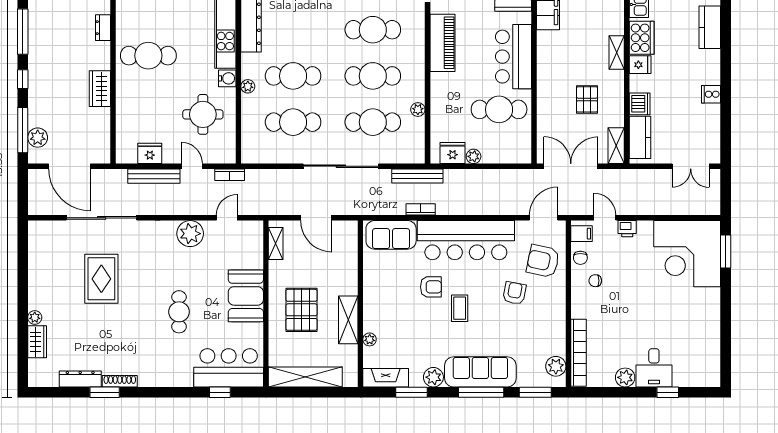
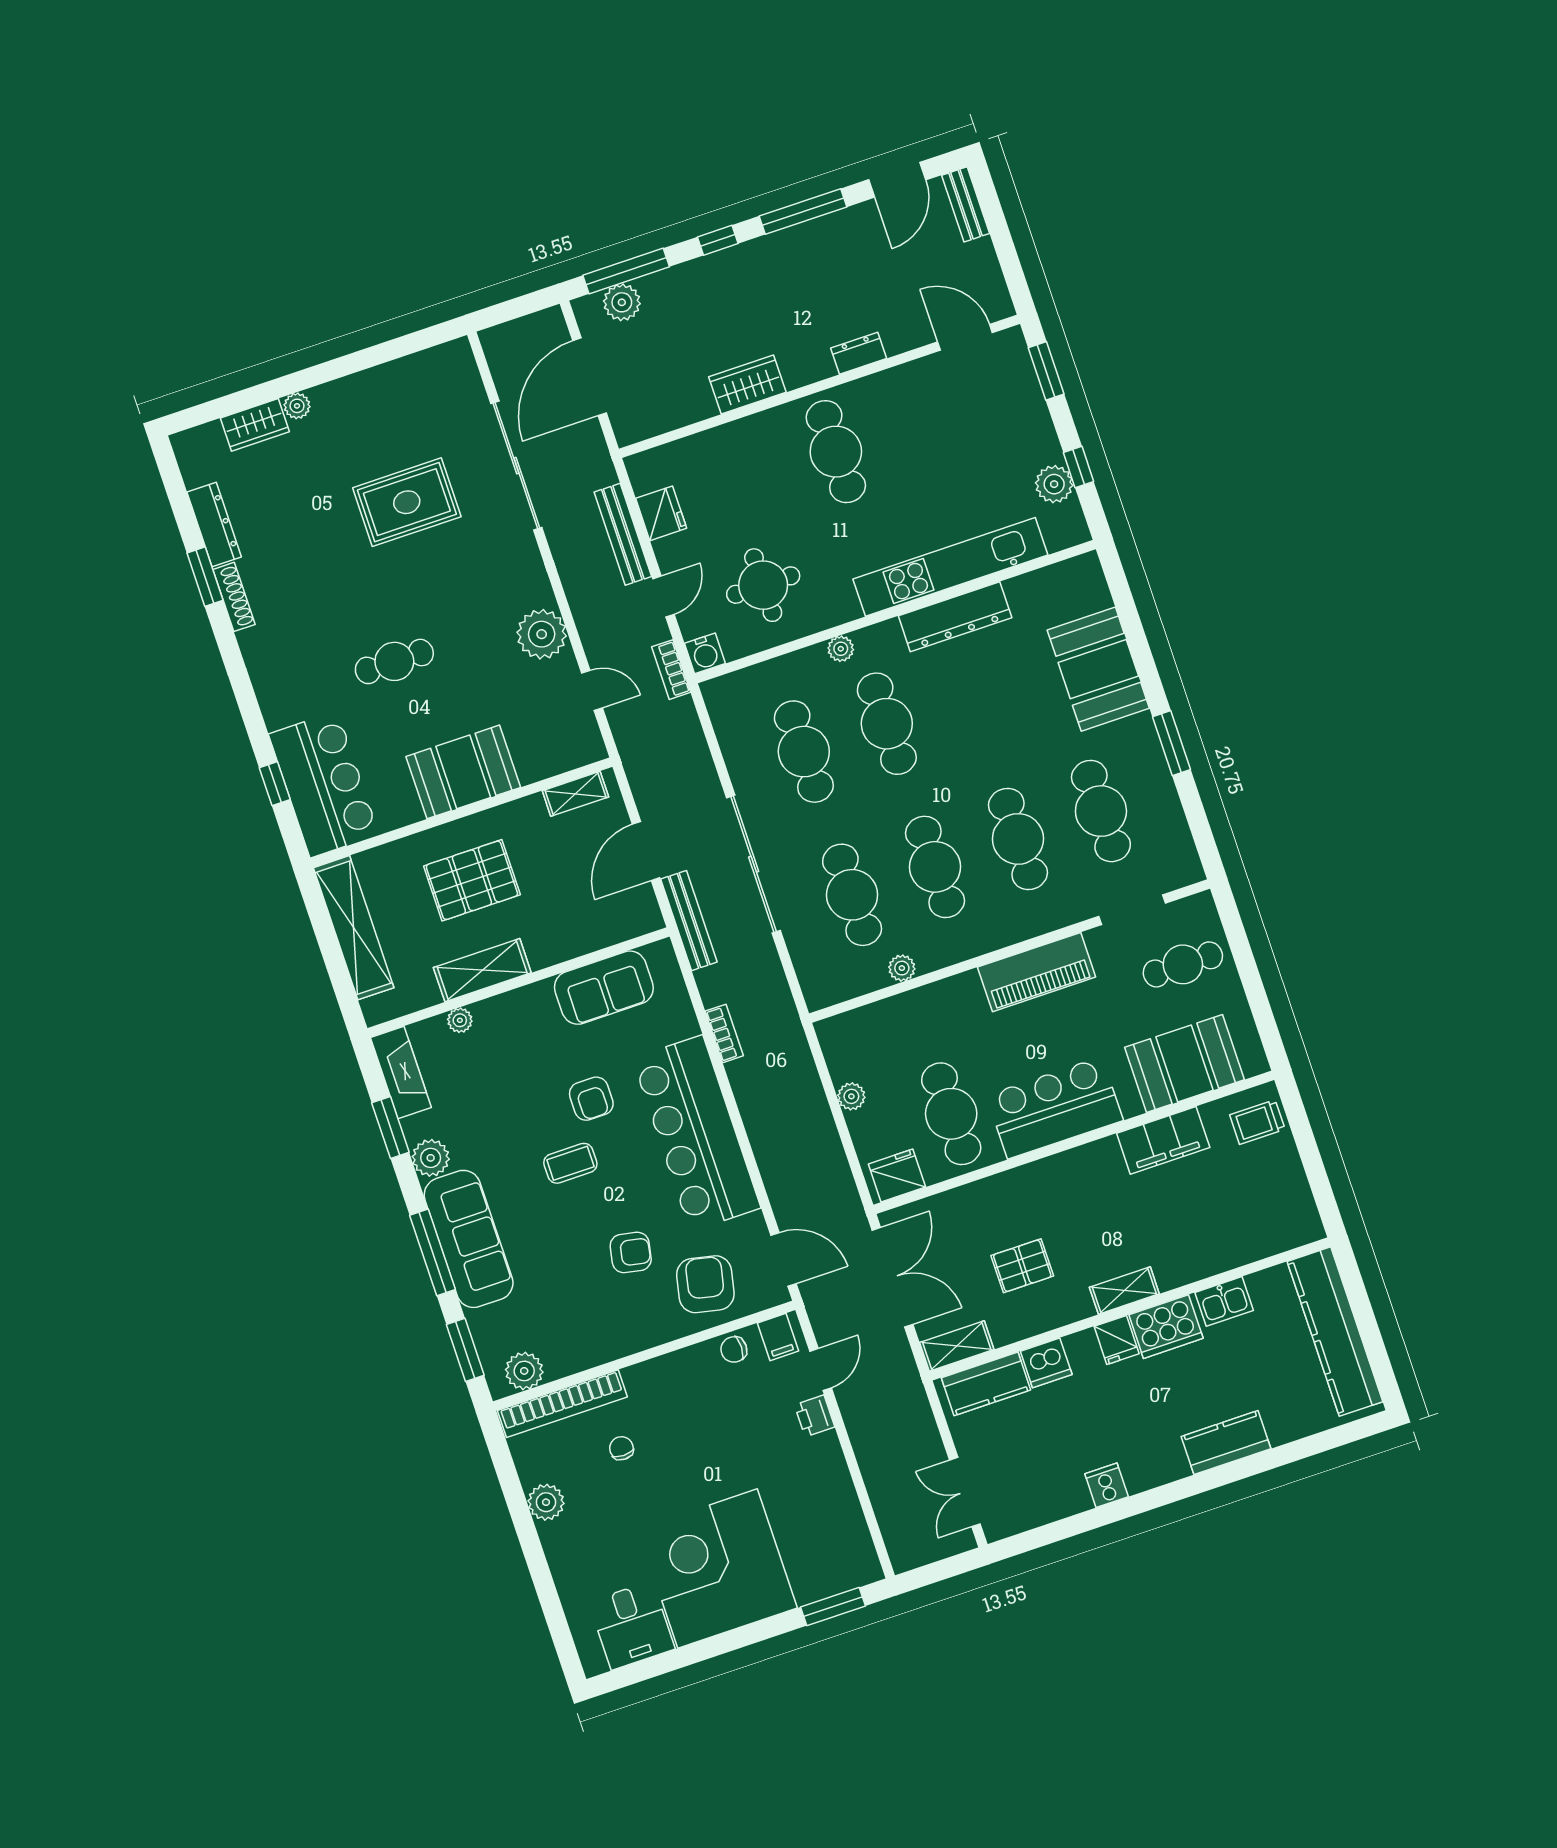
water cooler: (227, 78) -> (705, 653), moved
fridge: (453, 153) -> (897, 1175), moved, turned -90
bench: (417, 176) -> (689, 921), moved
sofa: (391, 235) -> (604, 988), moved, turned -90
corner desk: (687, 254) -> (718, 1569), moved
chair: (595, 281) -> (621, 1448), moved
desk: (654, 368) -> (632, 1625), moved, turned -90
window: (668, 392) -> (545, 1588), removed

